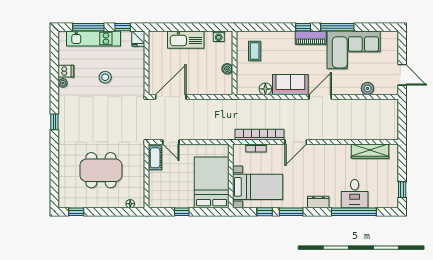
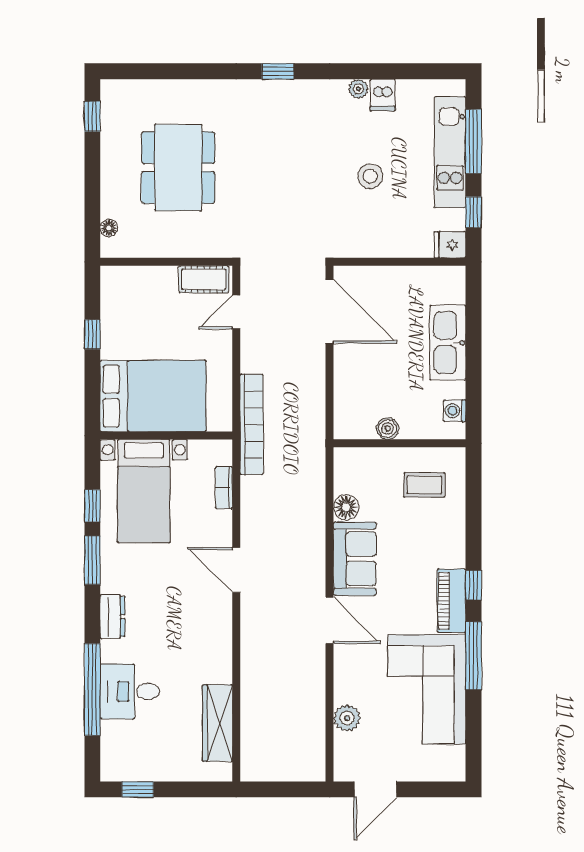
bookcase: (259, 135) -> (252, 424), moved

